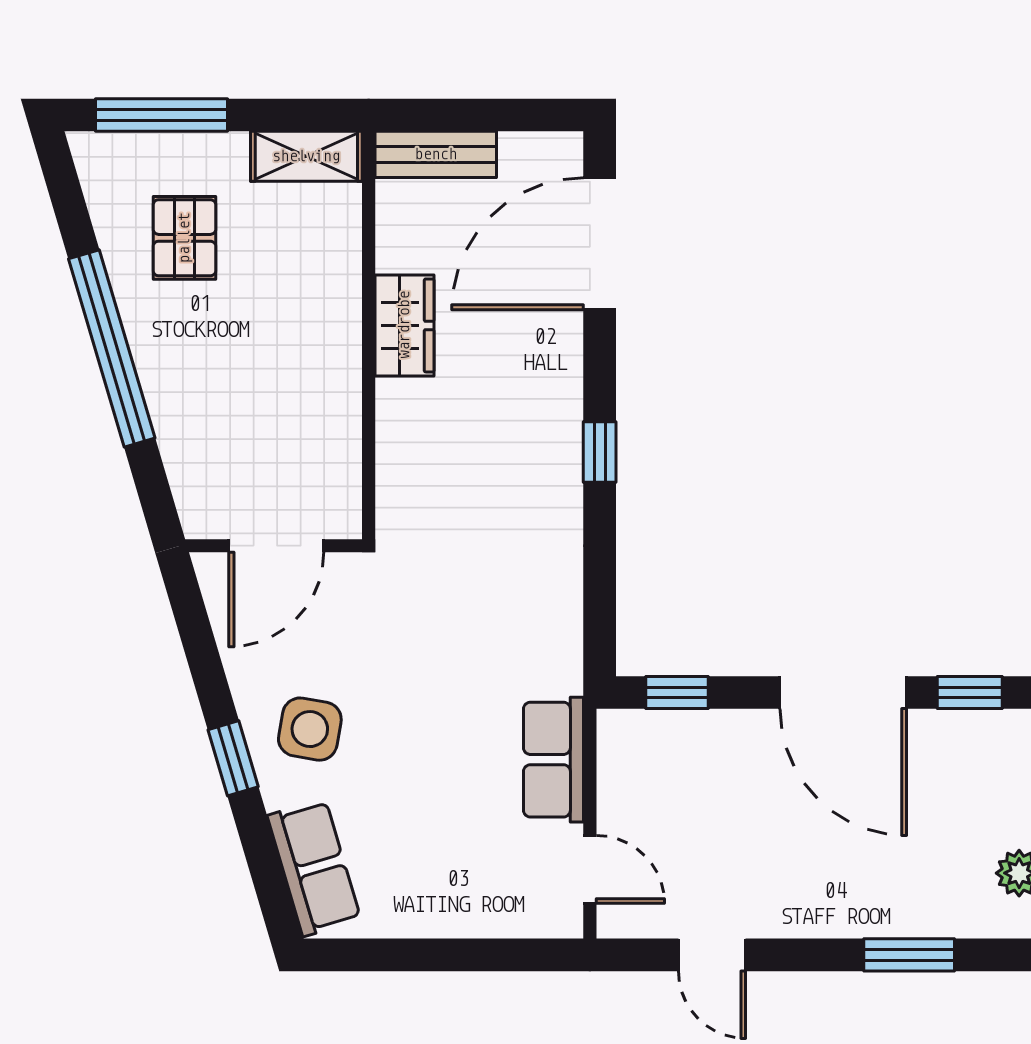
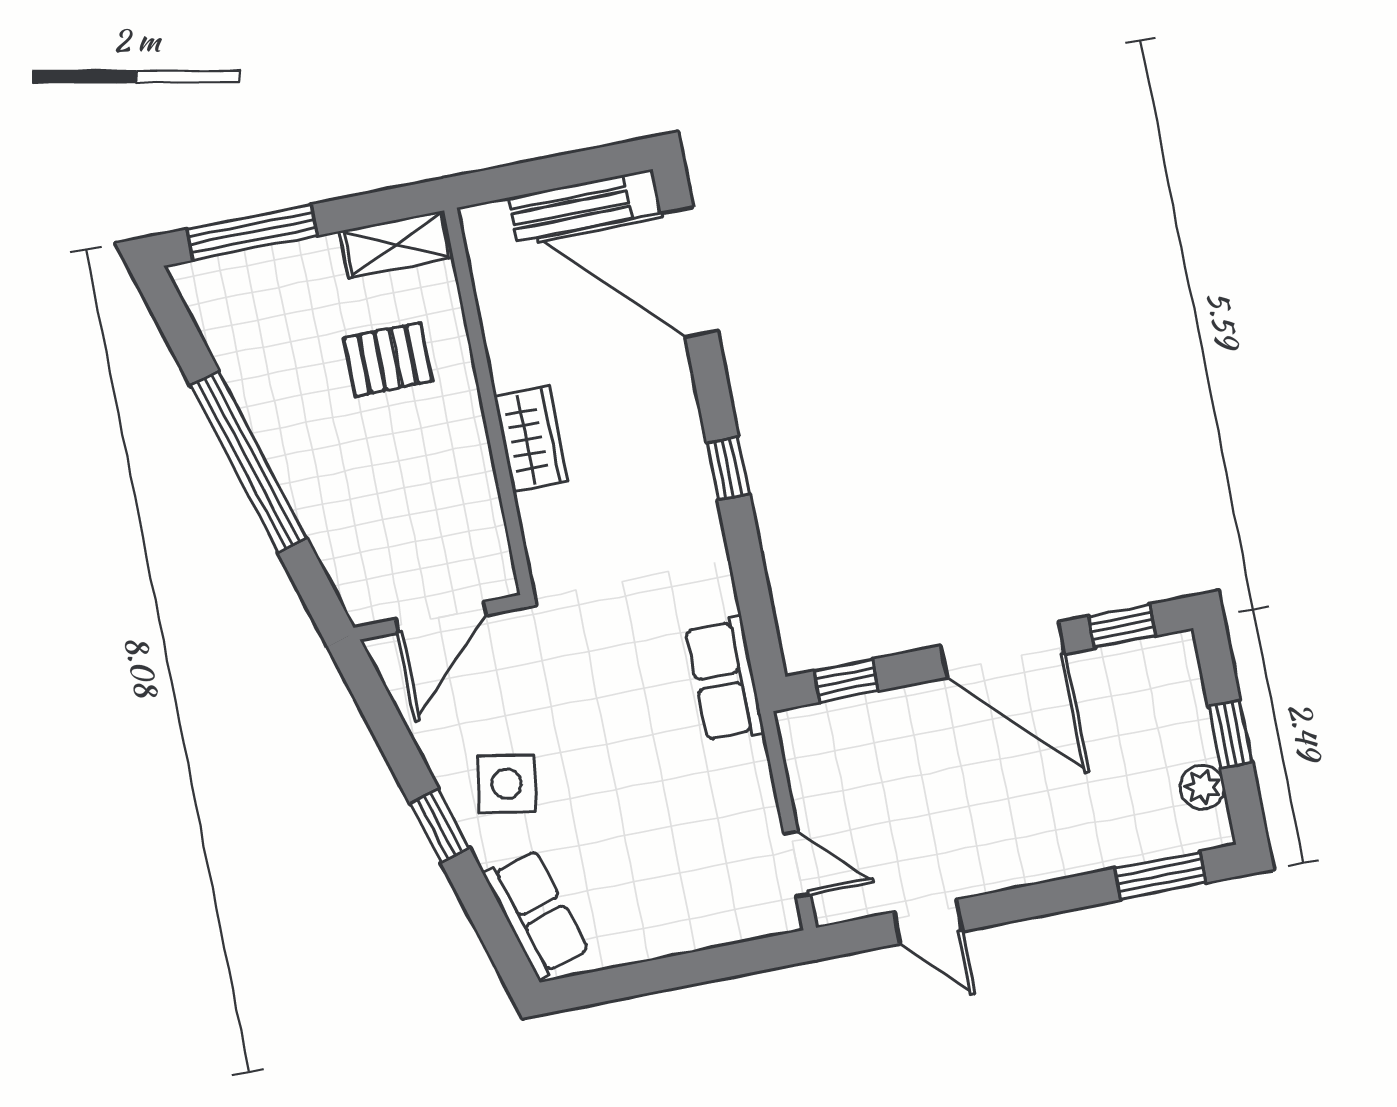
bench: (436, 154) -> (570, 208), moved
pallet: (184, 238) -> (388, 359), moved, turned 90
door: (600, 244) -> (689, 272), hinge flipped
wardrobe: (404, 325) -> (531, 439), moved
row of seats: (554, 760) -> (725, 680), moved
window: (909, 955) -> (1160, 876), moved

